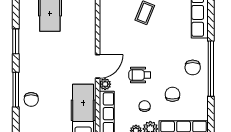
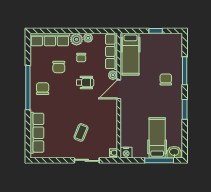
chair: (31, 99) -> (166, 79), moved

